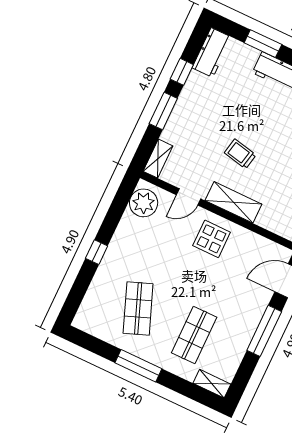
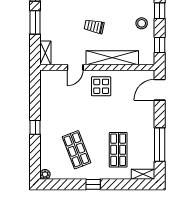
shelving: (233, 202) -> (112, 58), width x1.47
plant: (144, 203) -> (45, 174), moved, width x0.53, depth x0.53
window: (264, 331) -> (160, 145), moved
window: (138, 366) -> (93, 184), width x0.46

